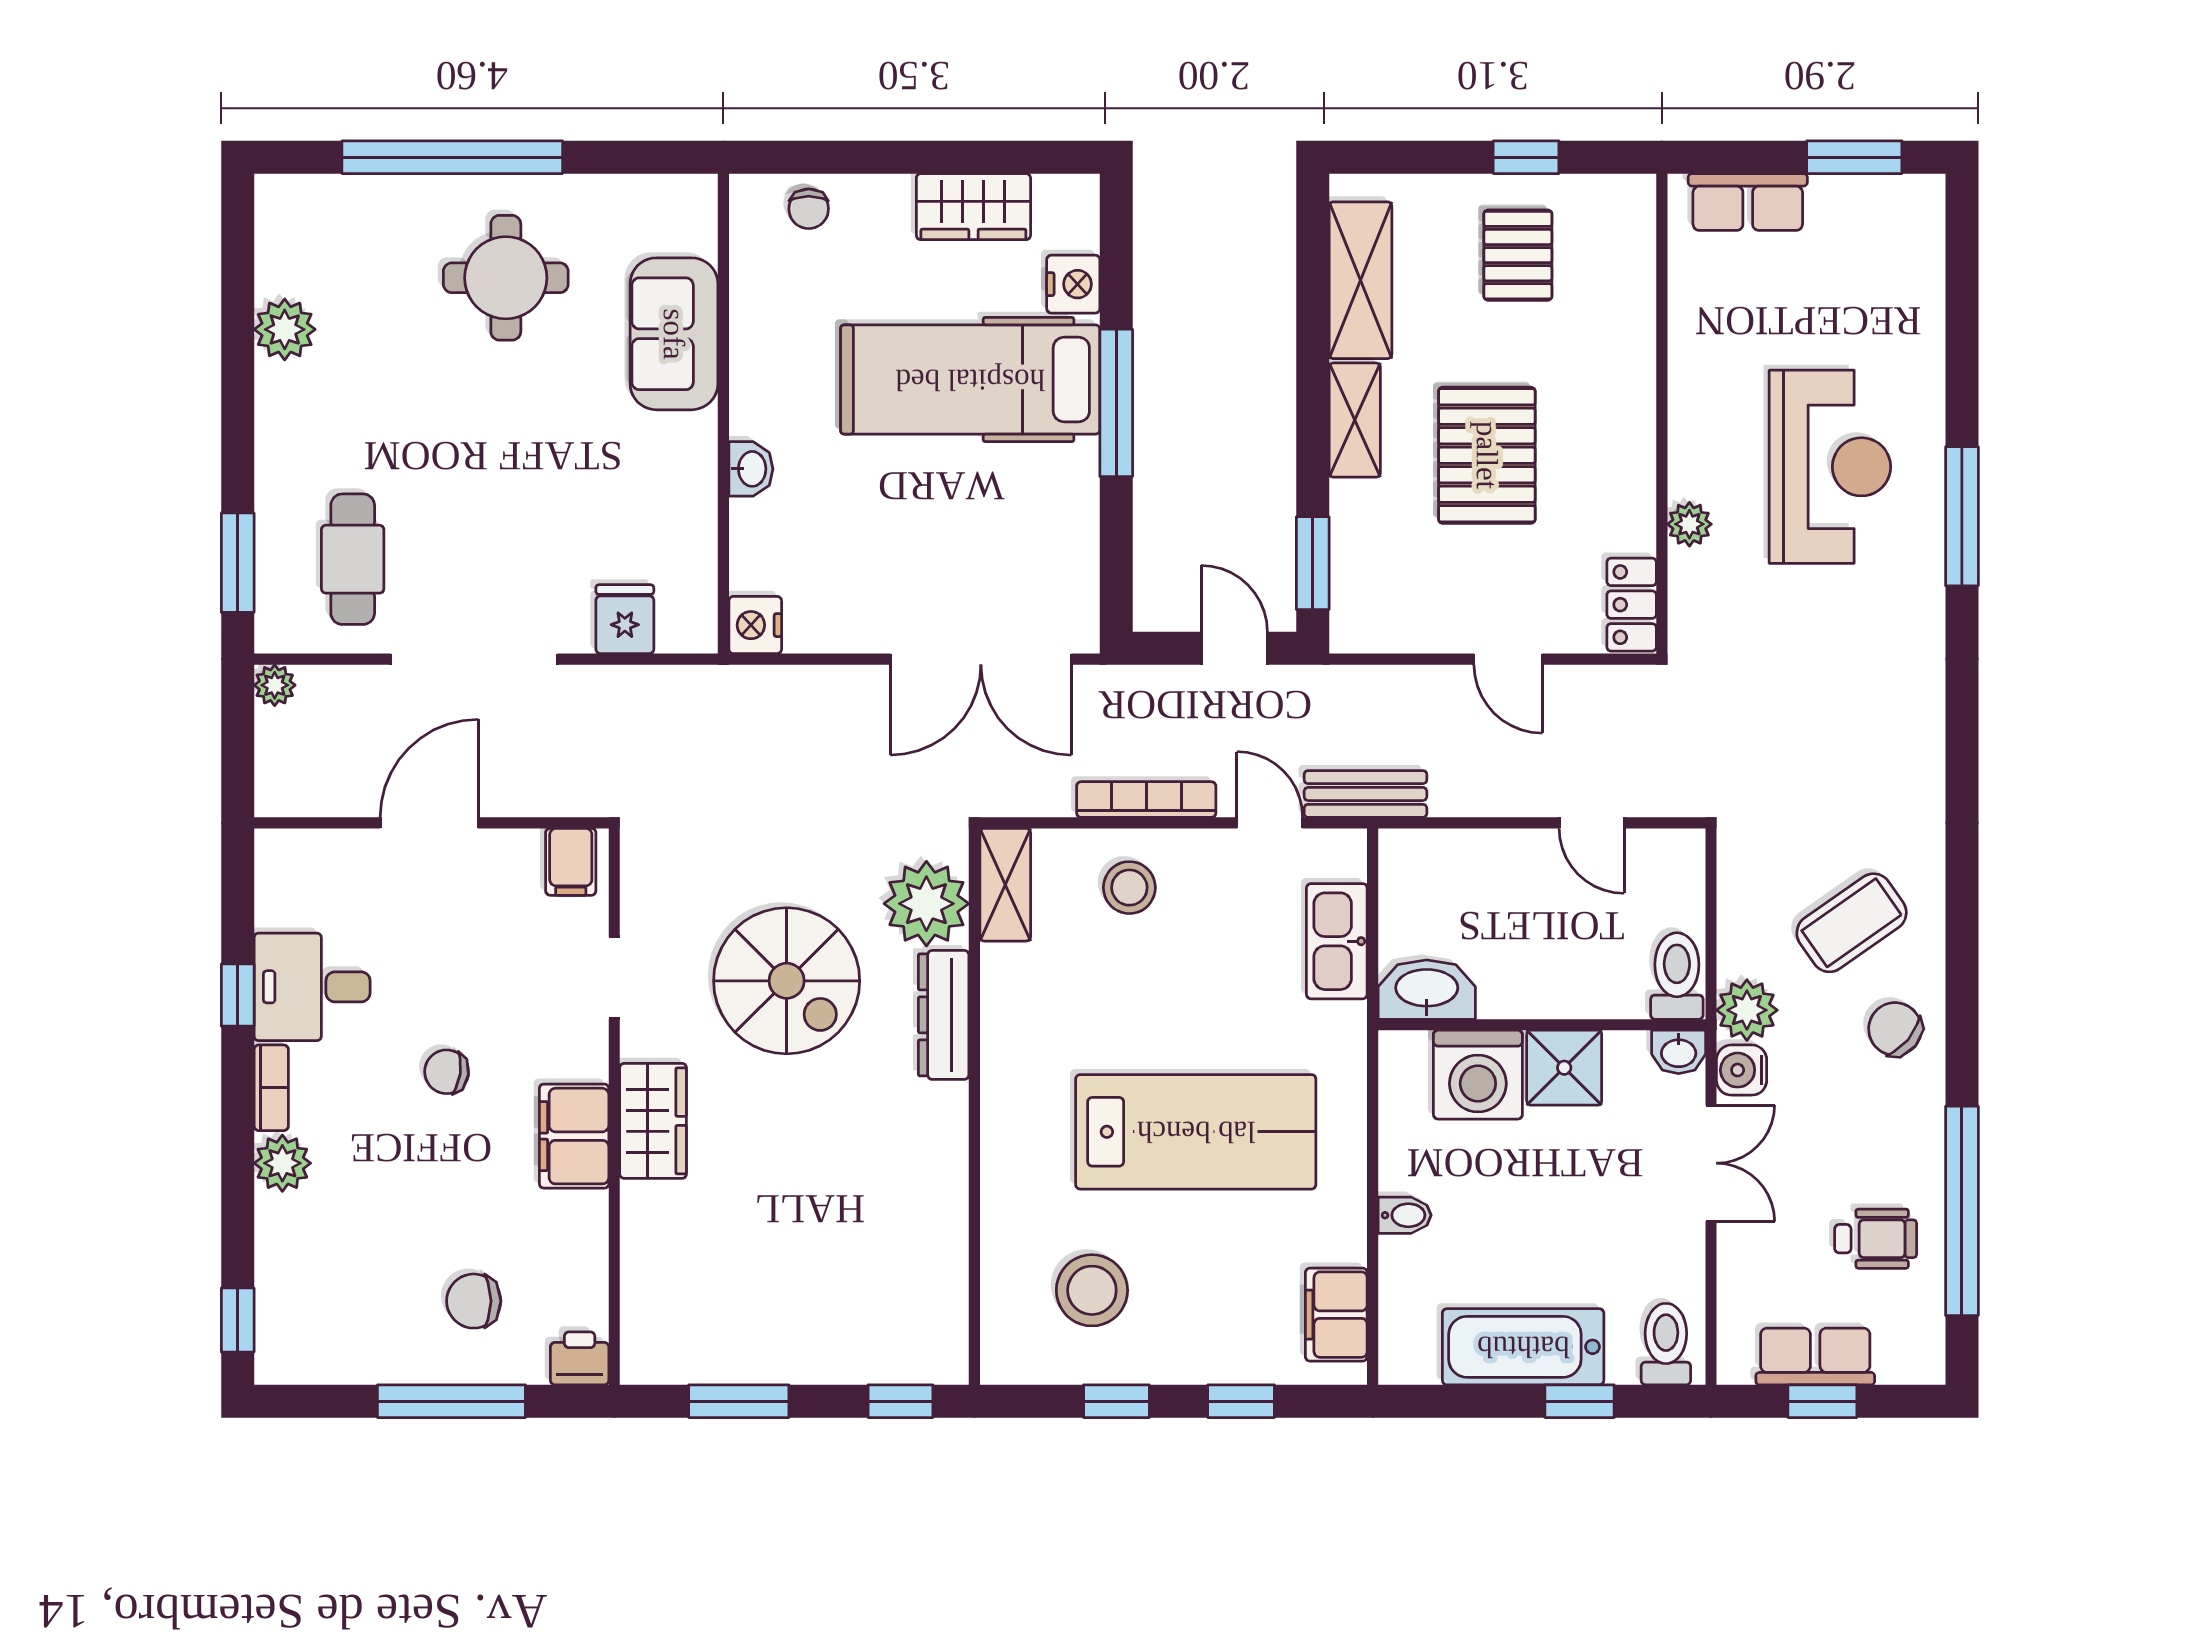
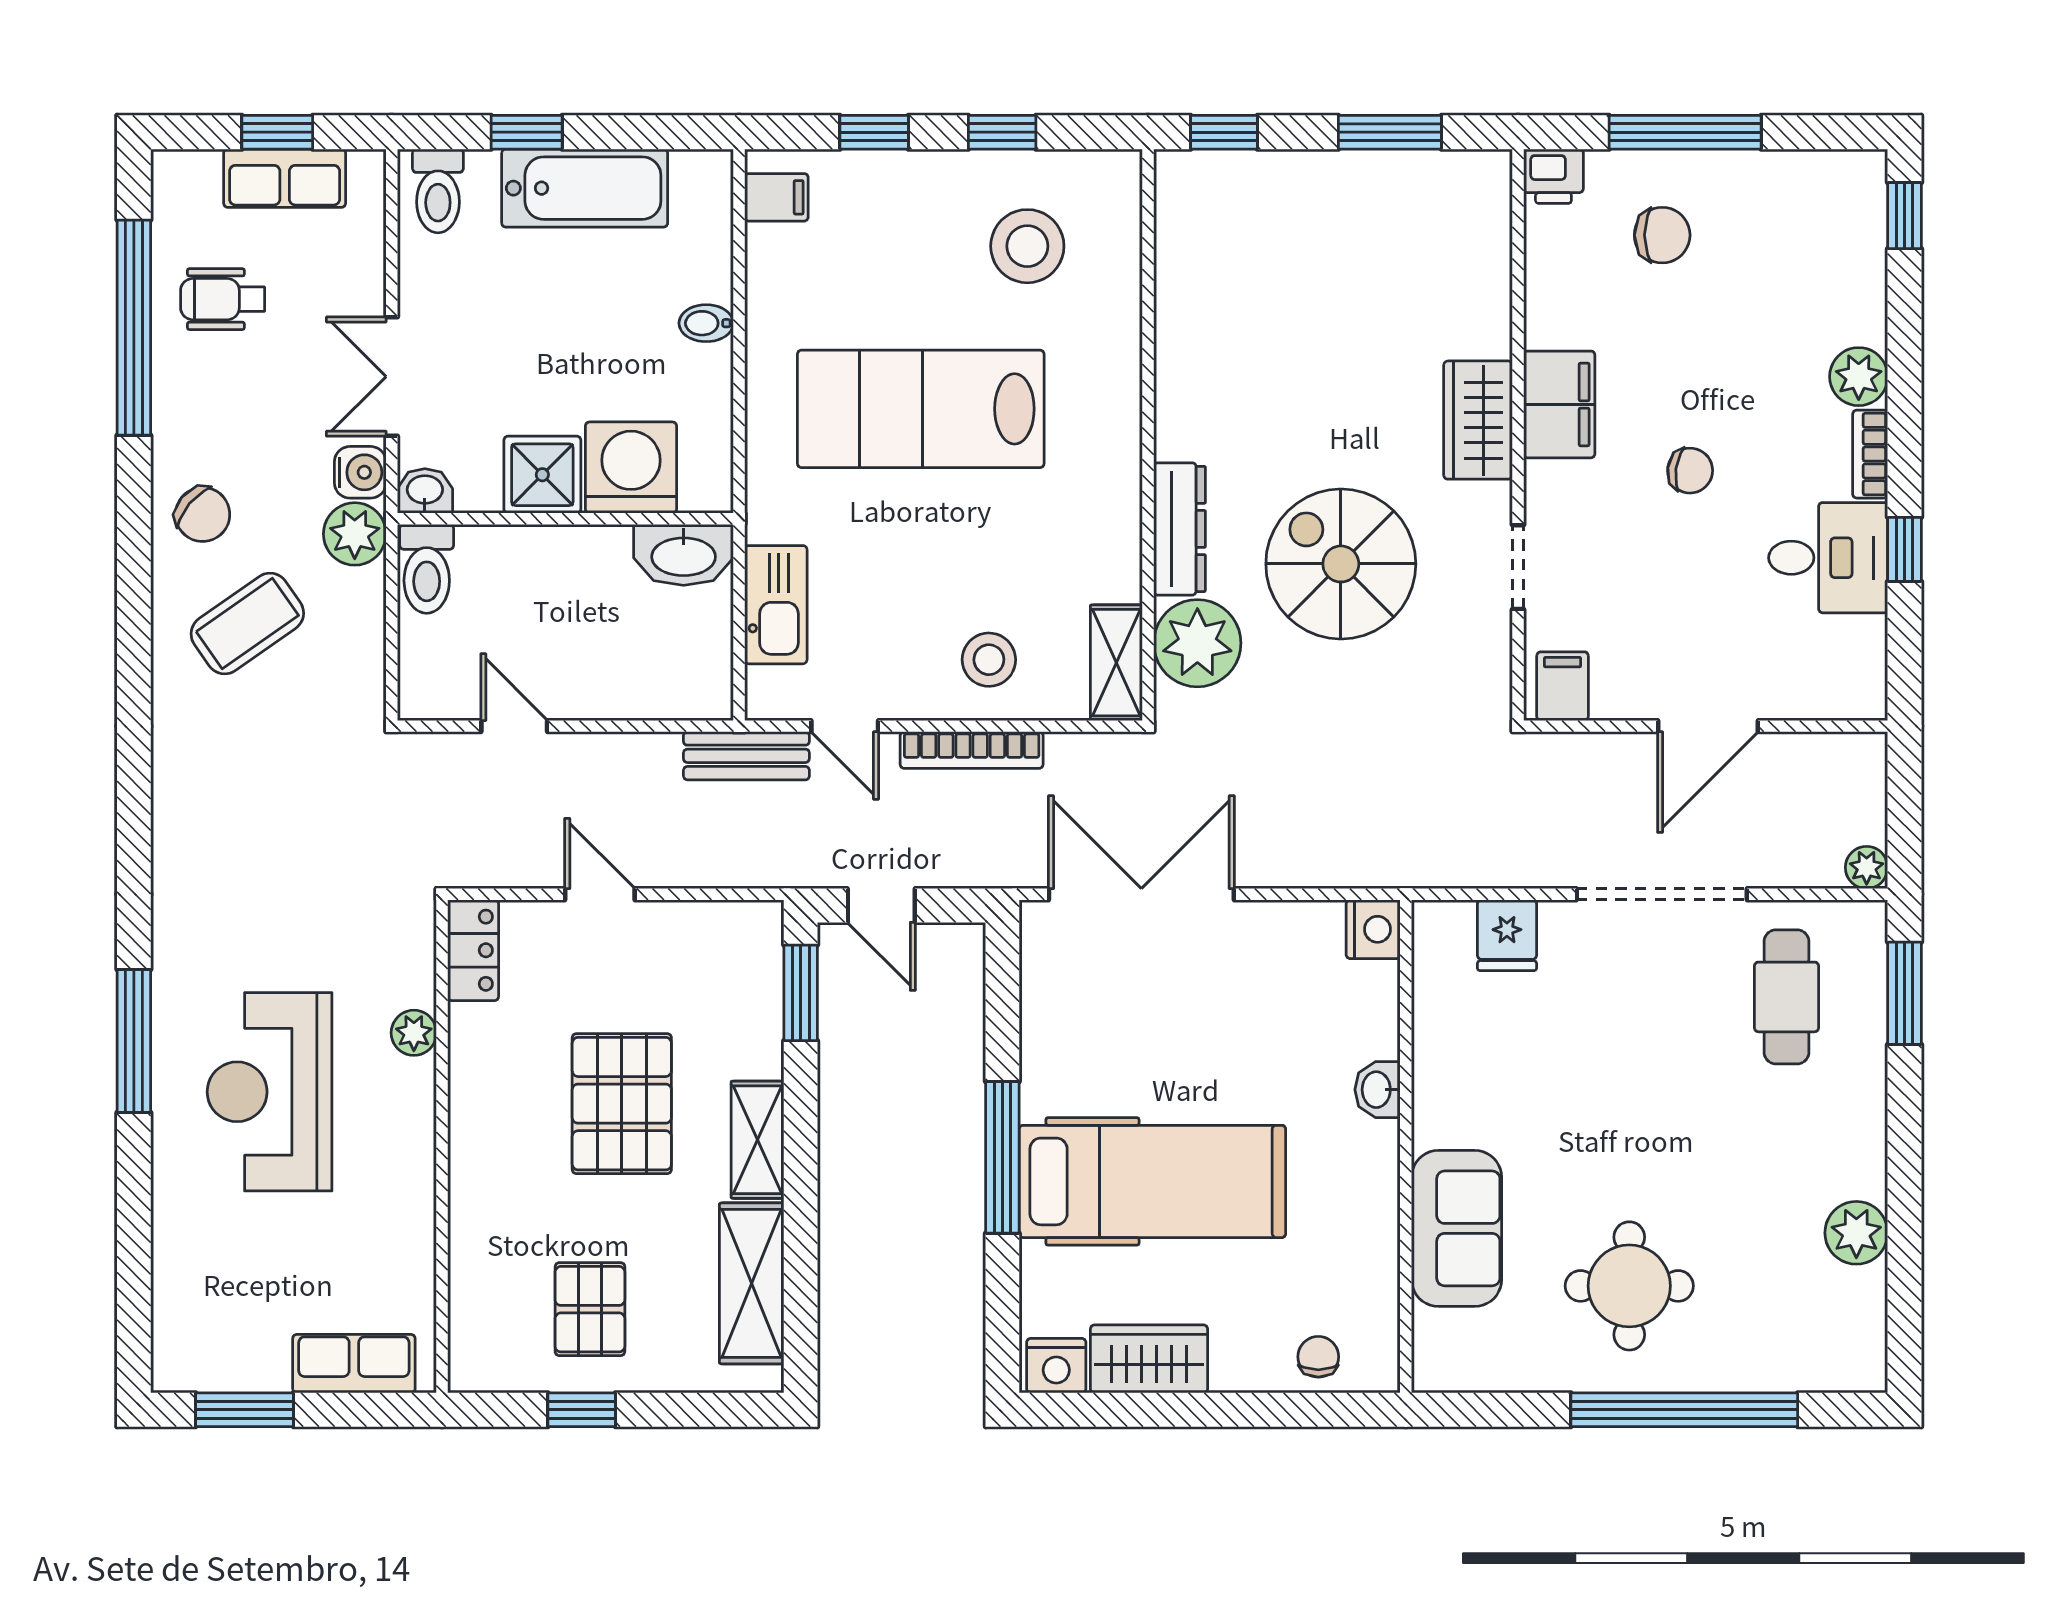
nightstand: (1073, 284) -> (1056, 1366), moved, turned -90
filing cabinet: (1336, 1315) -> (776, 197), width x0.50

